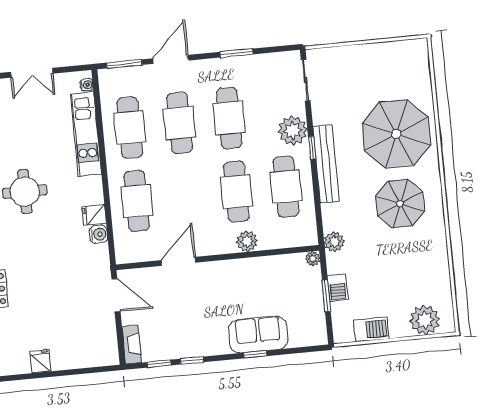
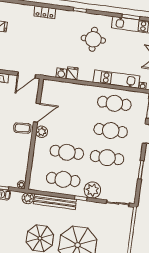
bench: (326, 164) -> (55, 202), moved
cafe table: (137, 201) -> (74, 98), removed
plant: (247, 241) -> (42, 132), moved
door: (179, 261) -> (37, 113), hinge flipped
coffee table: (212, 280) -> (22, 128), added

